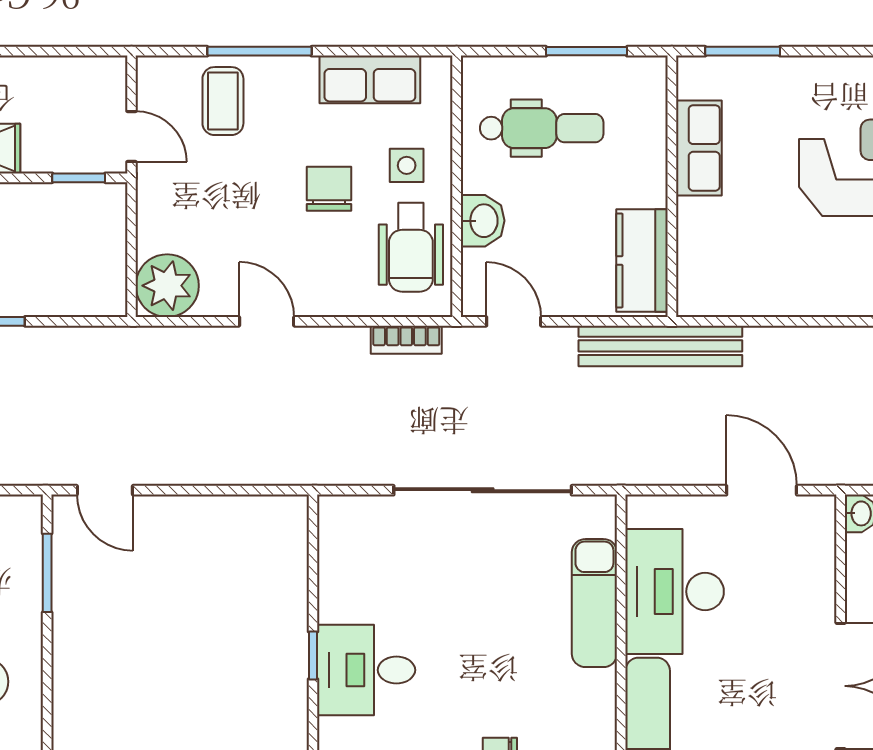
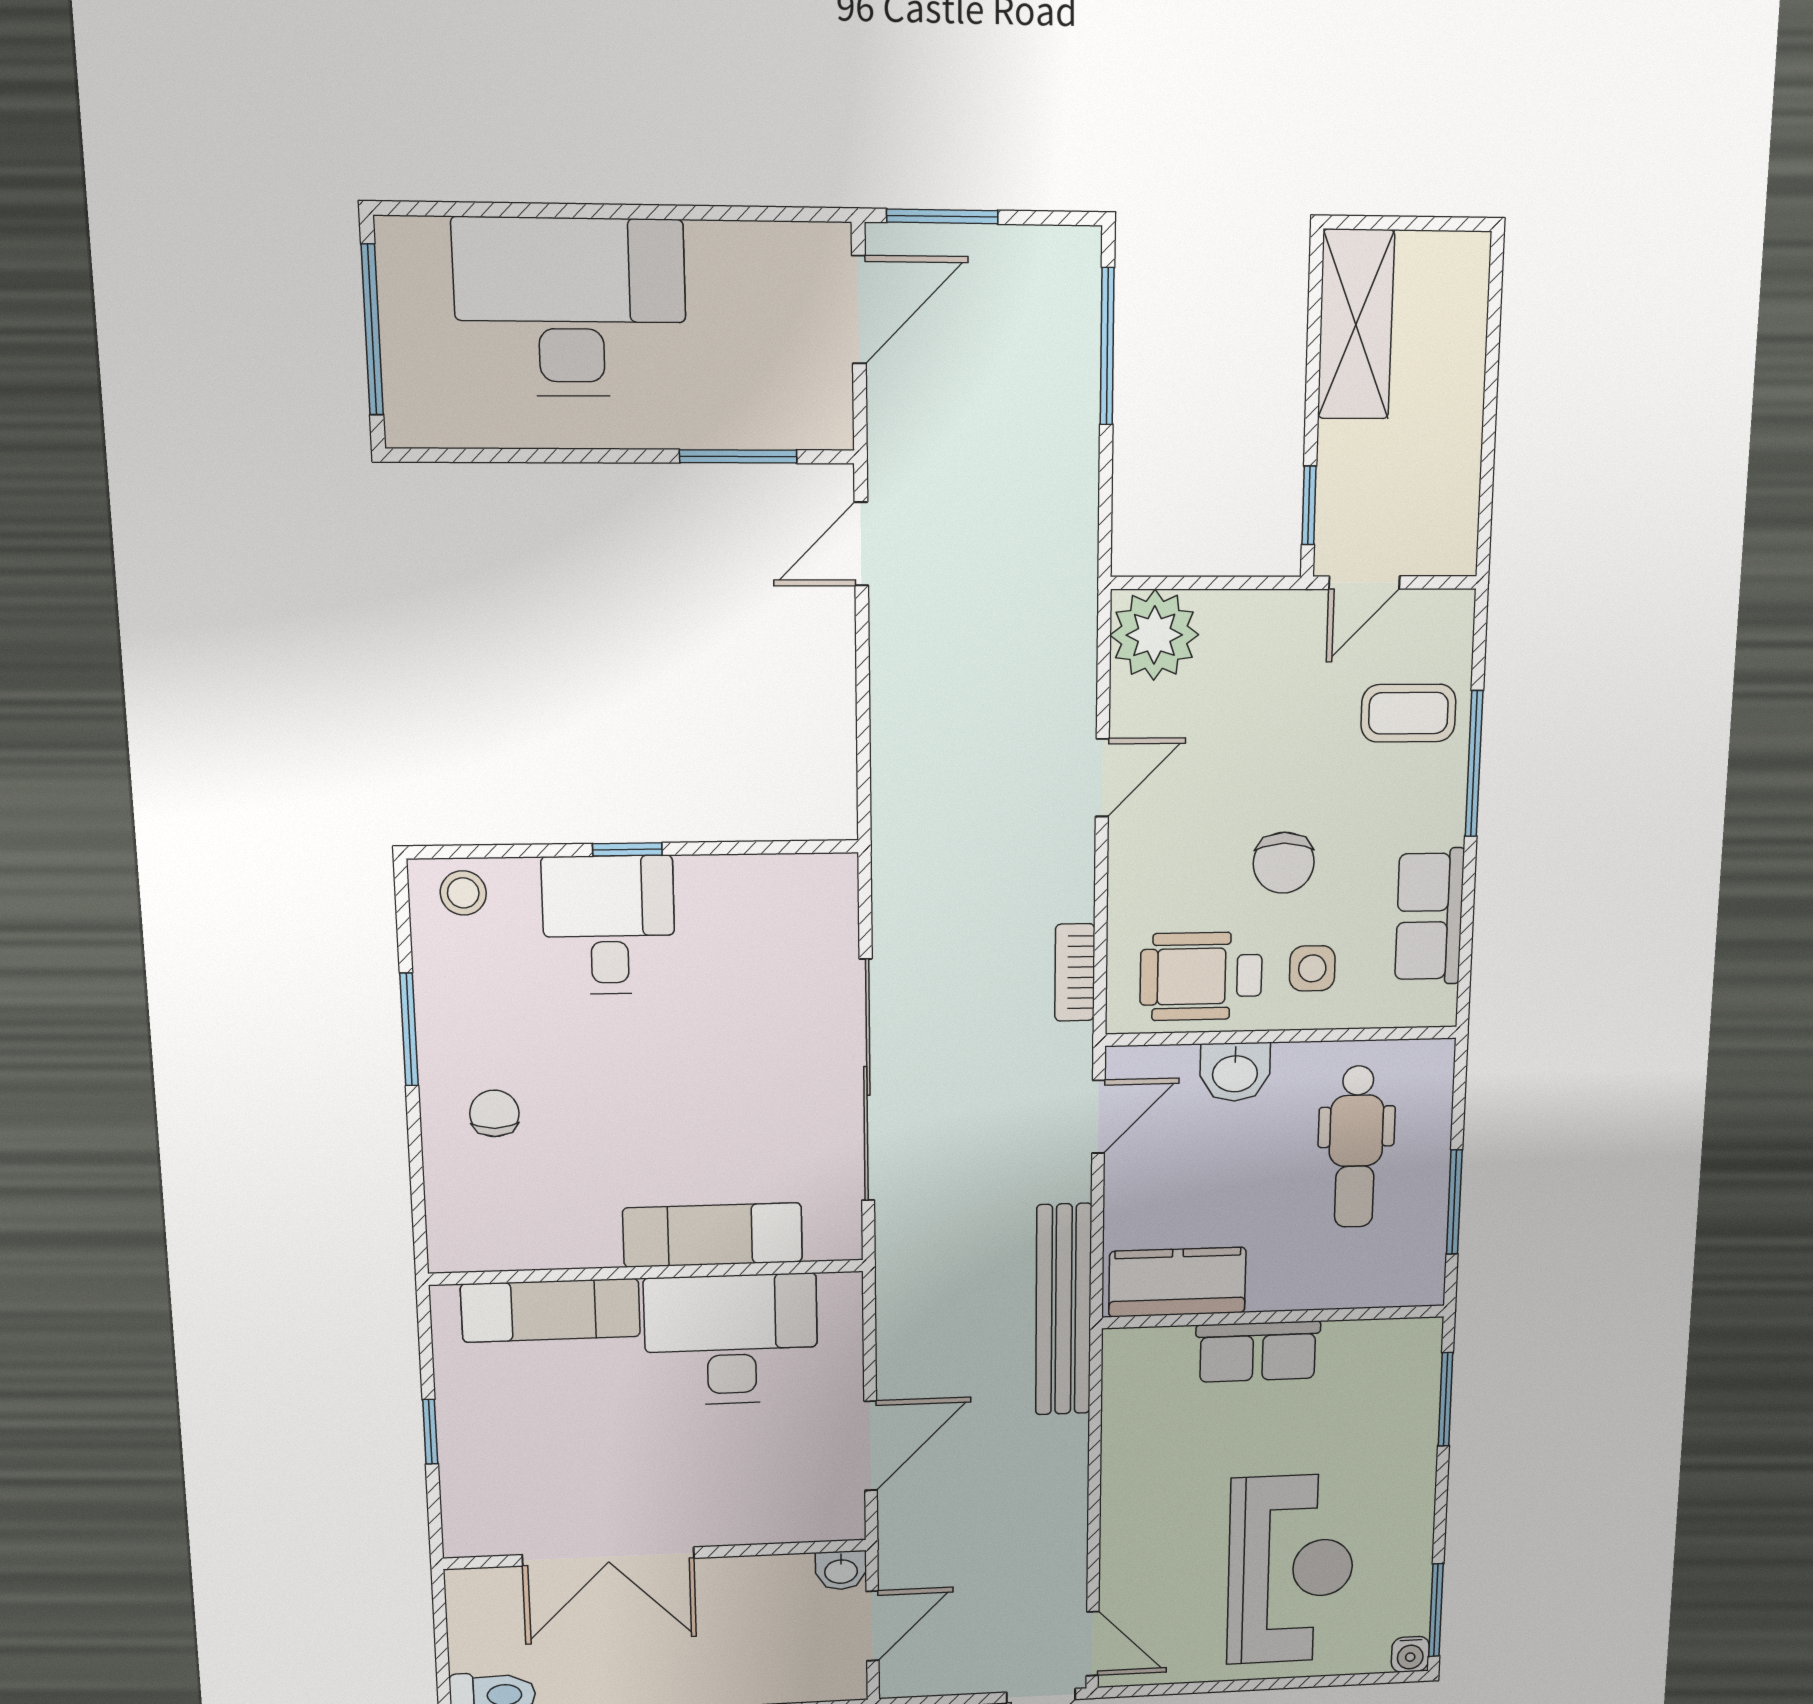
row of seats: (699, 148) -> (1258, 1352), moved
chair: (329, 189) -> (1284, 863), turned 90

